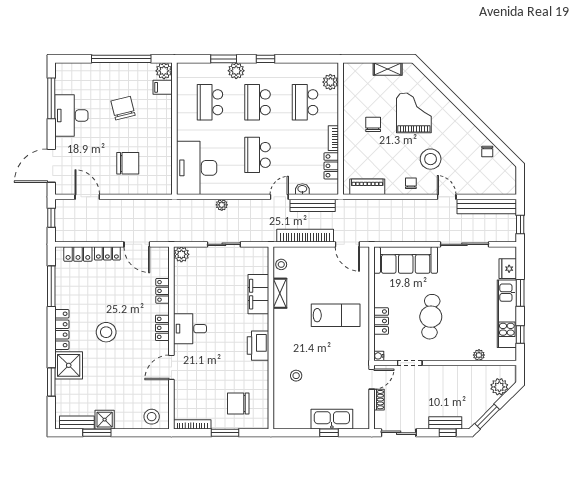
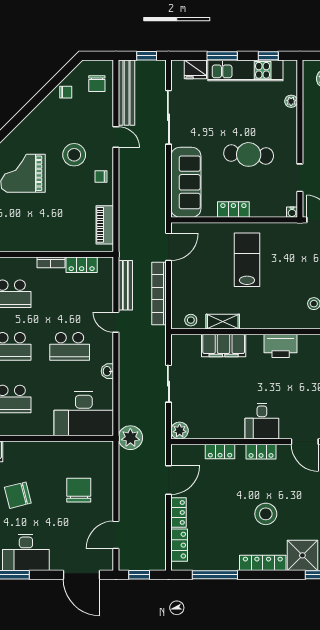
chair: (373, 124) -> (97, 84), moved, turned -90
washbasin: (302, 189) -> (107, 371), moved
door: (447, 197) -> (116, 137), swing flipped
plant: (222, 205) -> (130, 438), moved, width x1.88, depth x1.88
locker: (381, 321) -> (233, 210), moved

